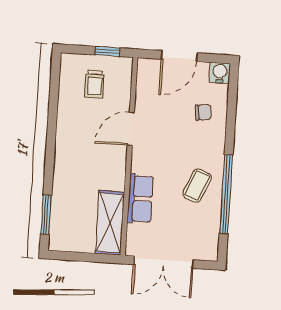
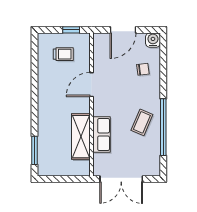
trolley: (95, 84) -> (63, 54), turned -90
shelving: (110, 223) -> (81, 137), moved

